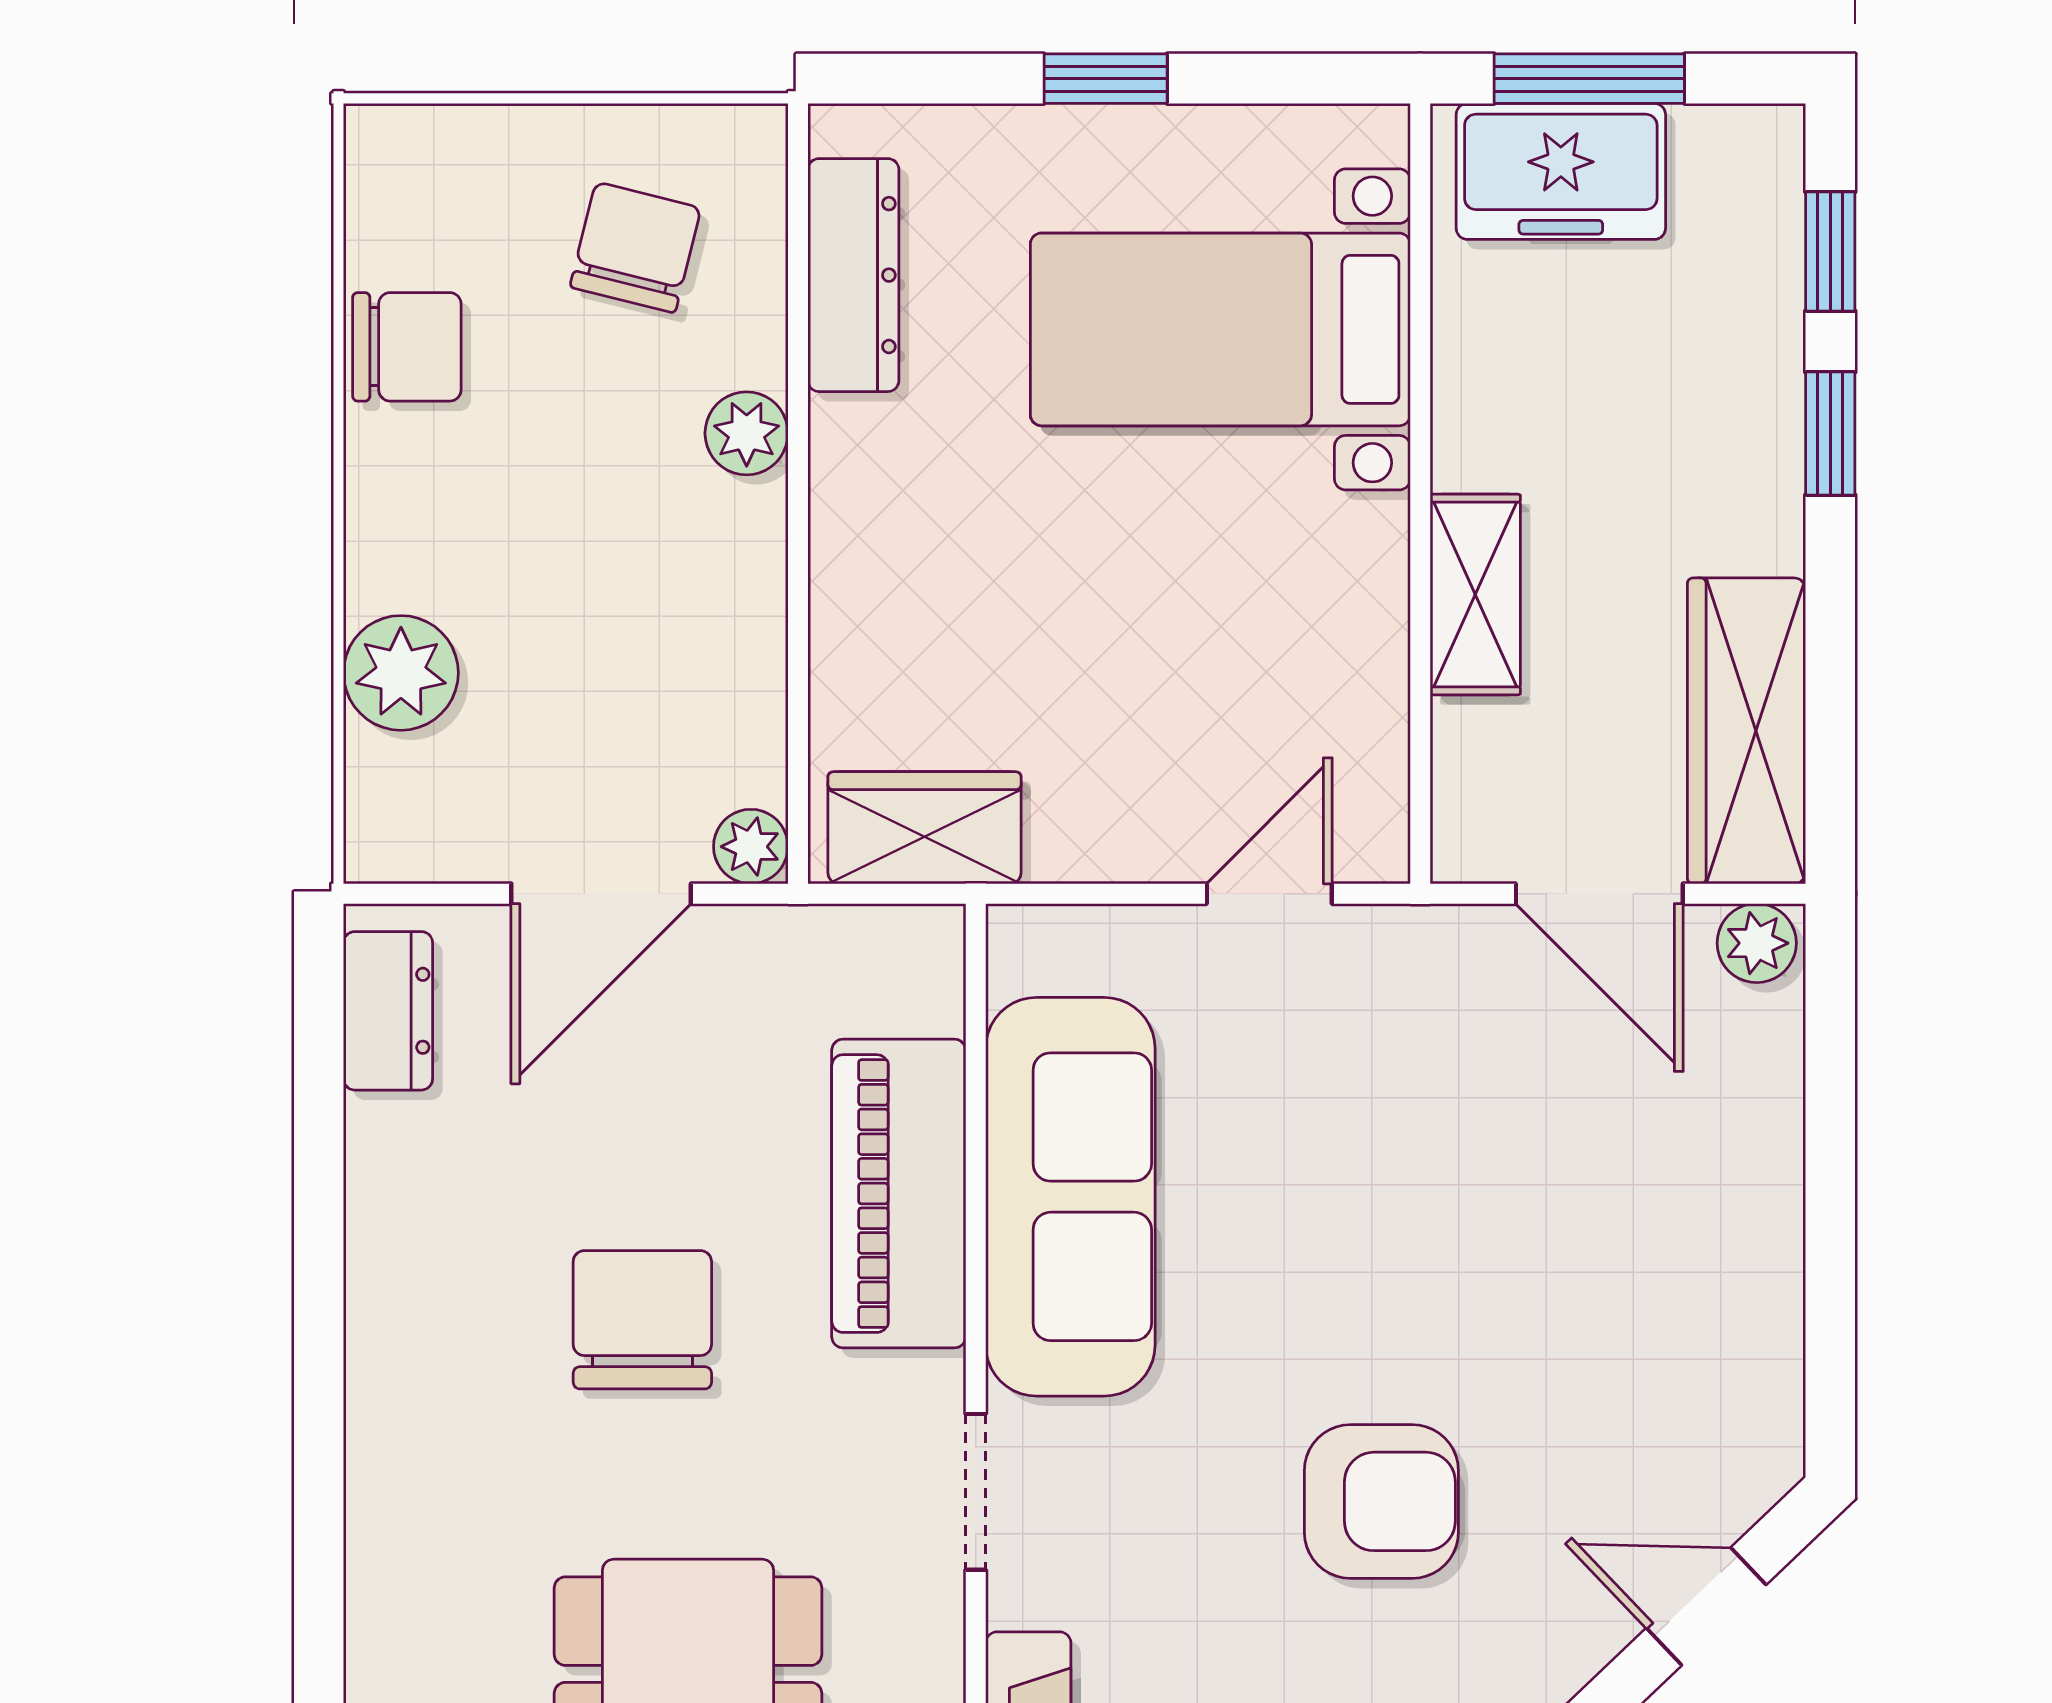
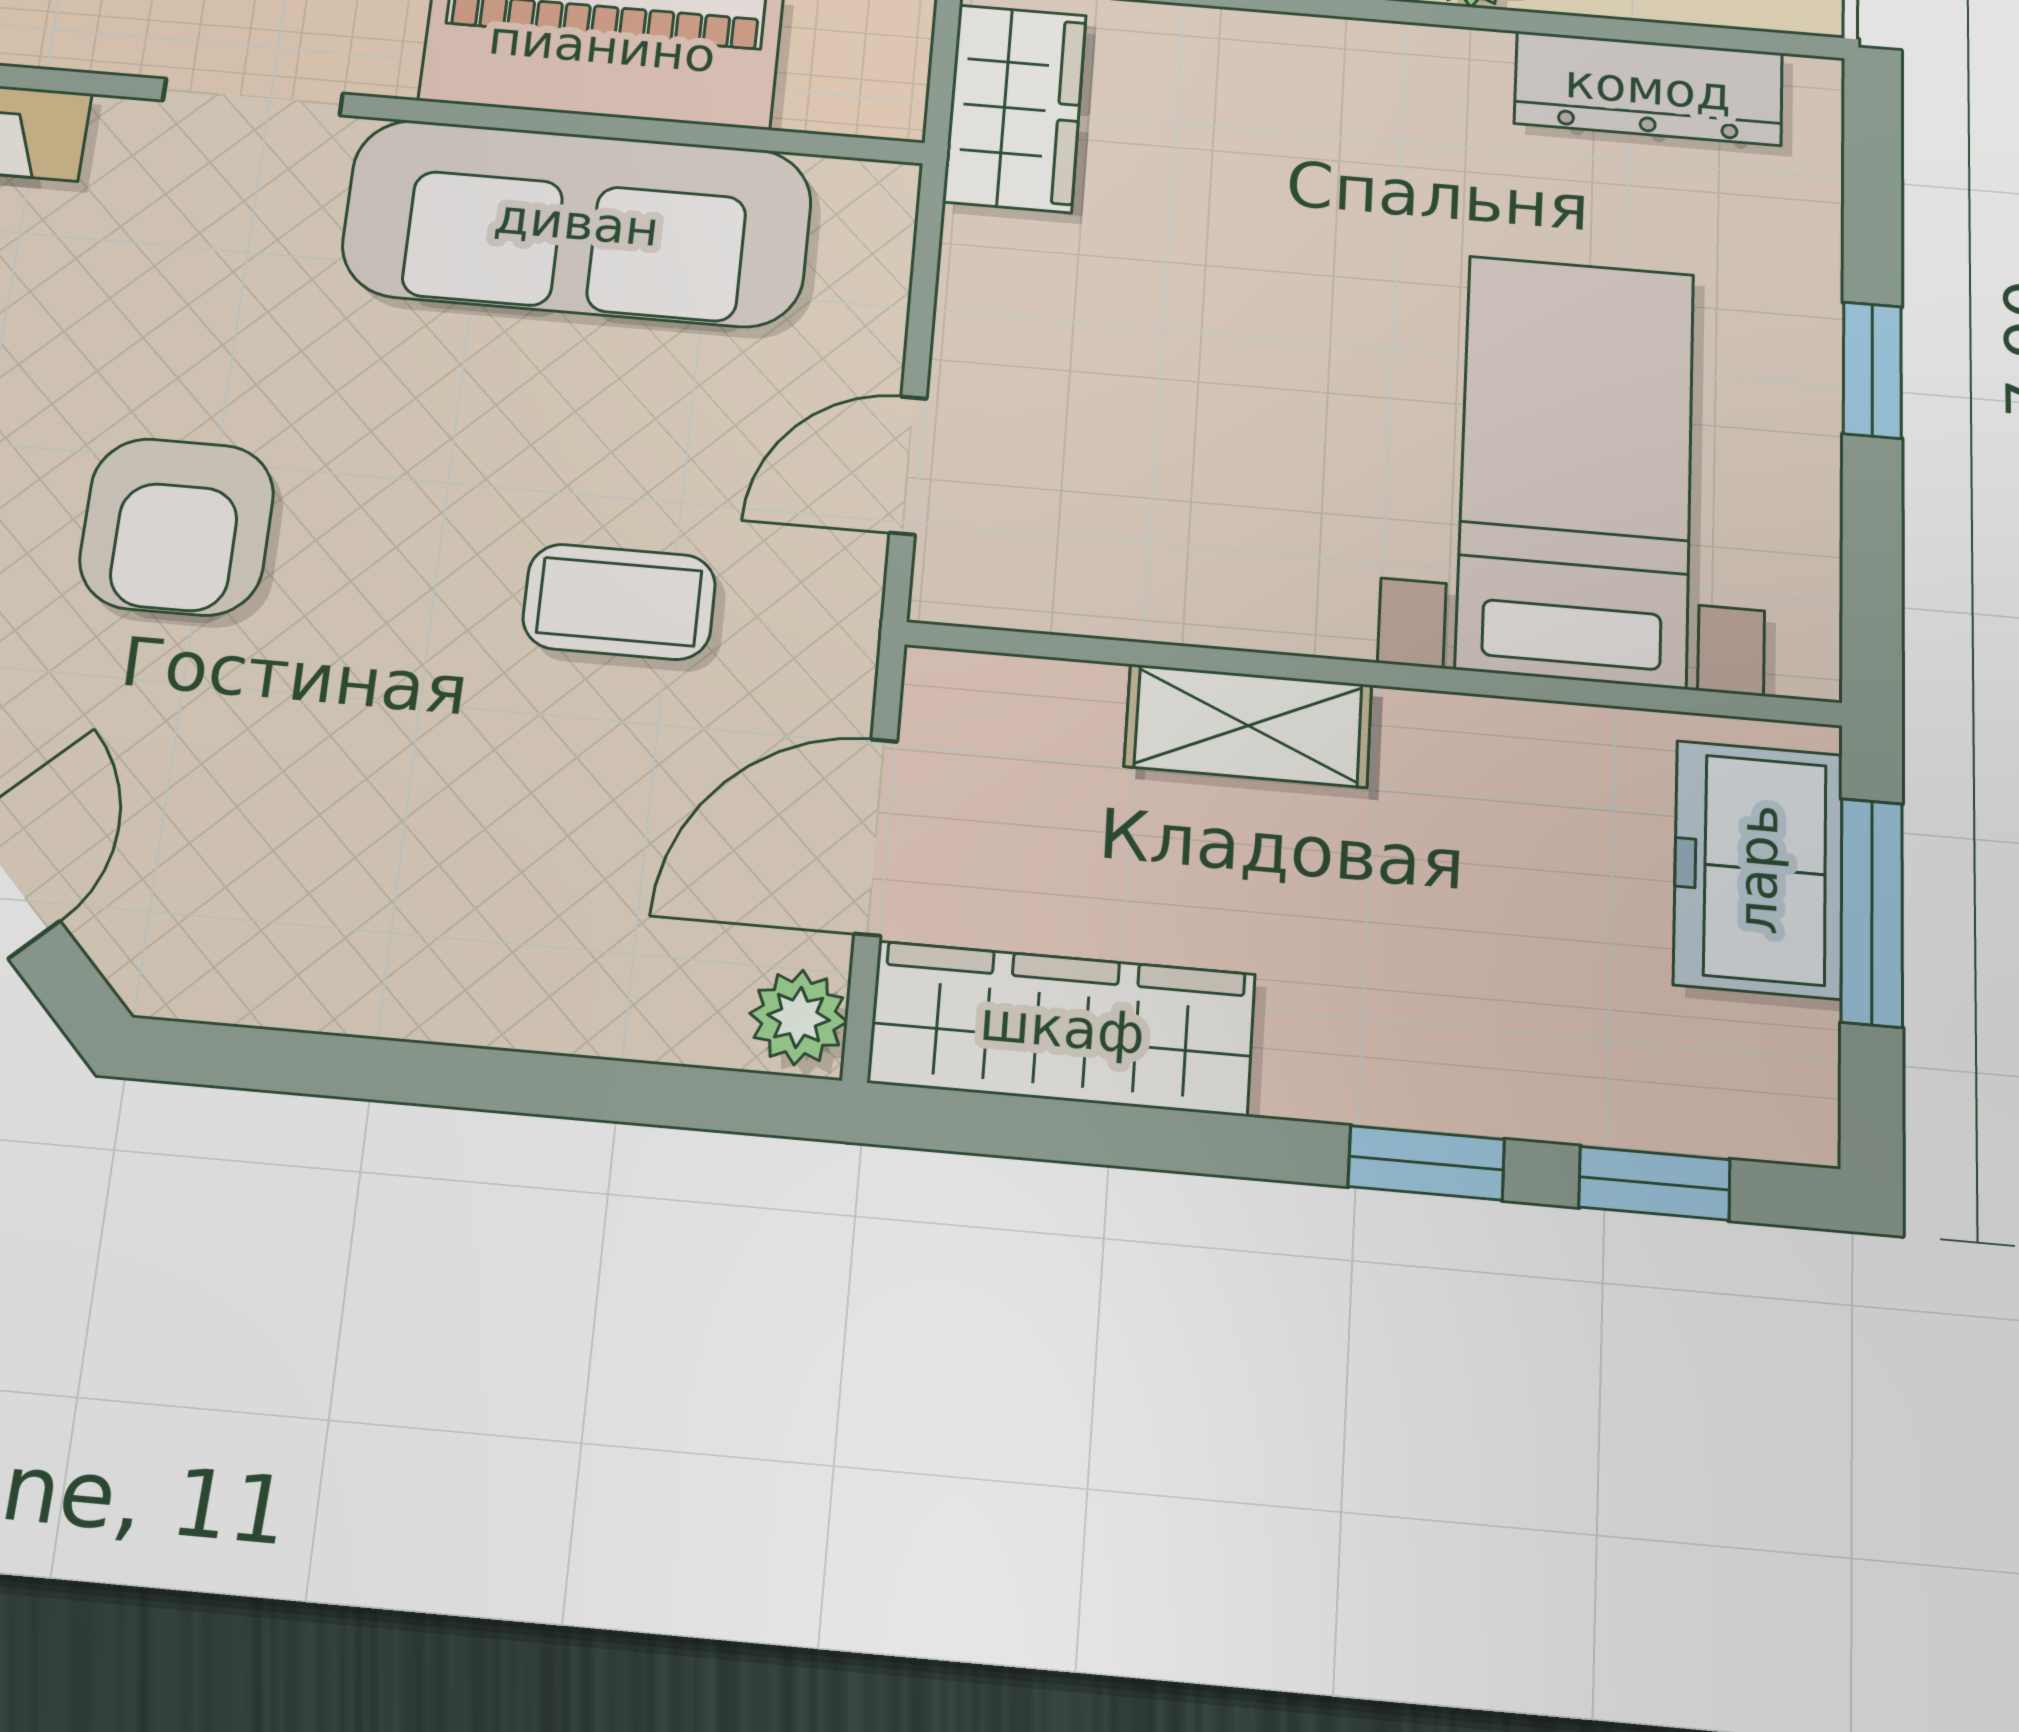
door: (1269, 894) -> (908, 465), swing flipped
coffee table: (1414, 1124) -> (619, 602), added

